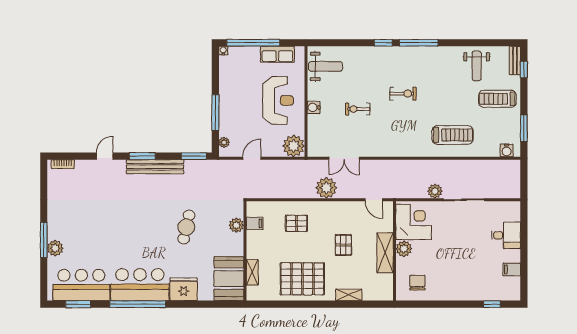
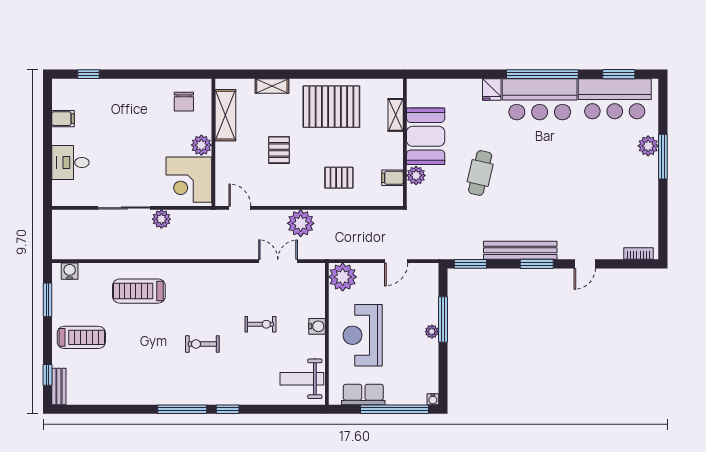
weight bench: (477, 66) -> (108, 380), removed
plant: (224, 142) -> (432, 332), moved
shelving: (385, 253) -> (225, 115), moved
booth: (229, 279) -> (426, 136), moved
fridge: (184, 289) -> (492, 90), width x0.53, depth x0.75

